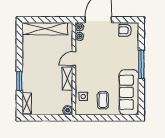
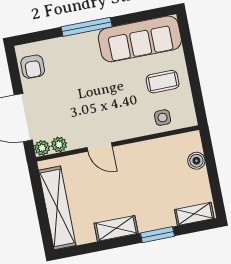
shelving: (67, 79) -> (116, 228), moved
boiler: (68, 110) -> (196, 161), moved

